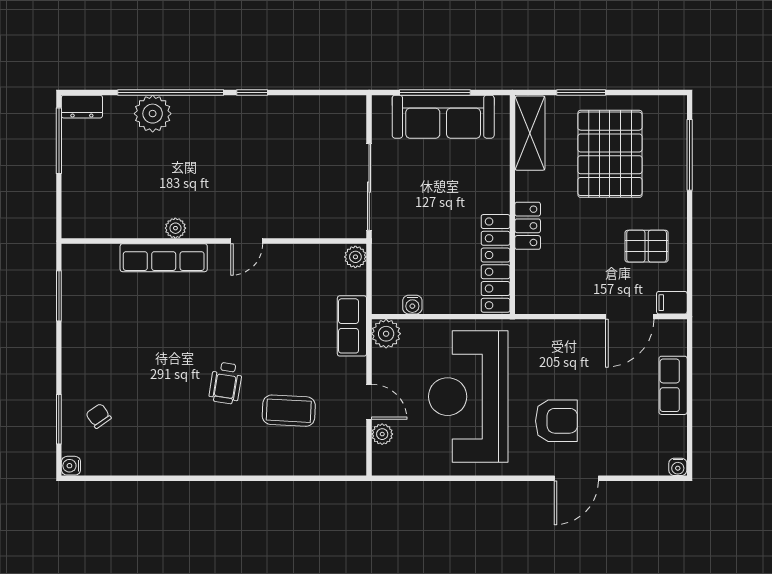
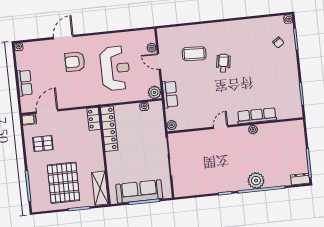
plant: (153, 114) -> (256, 181), moved
locker: (528, 226) -> (94, 119), moved
reception desk: (468, 397) -> (115, 68), width x0.74, depth x0.77

